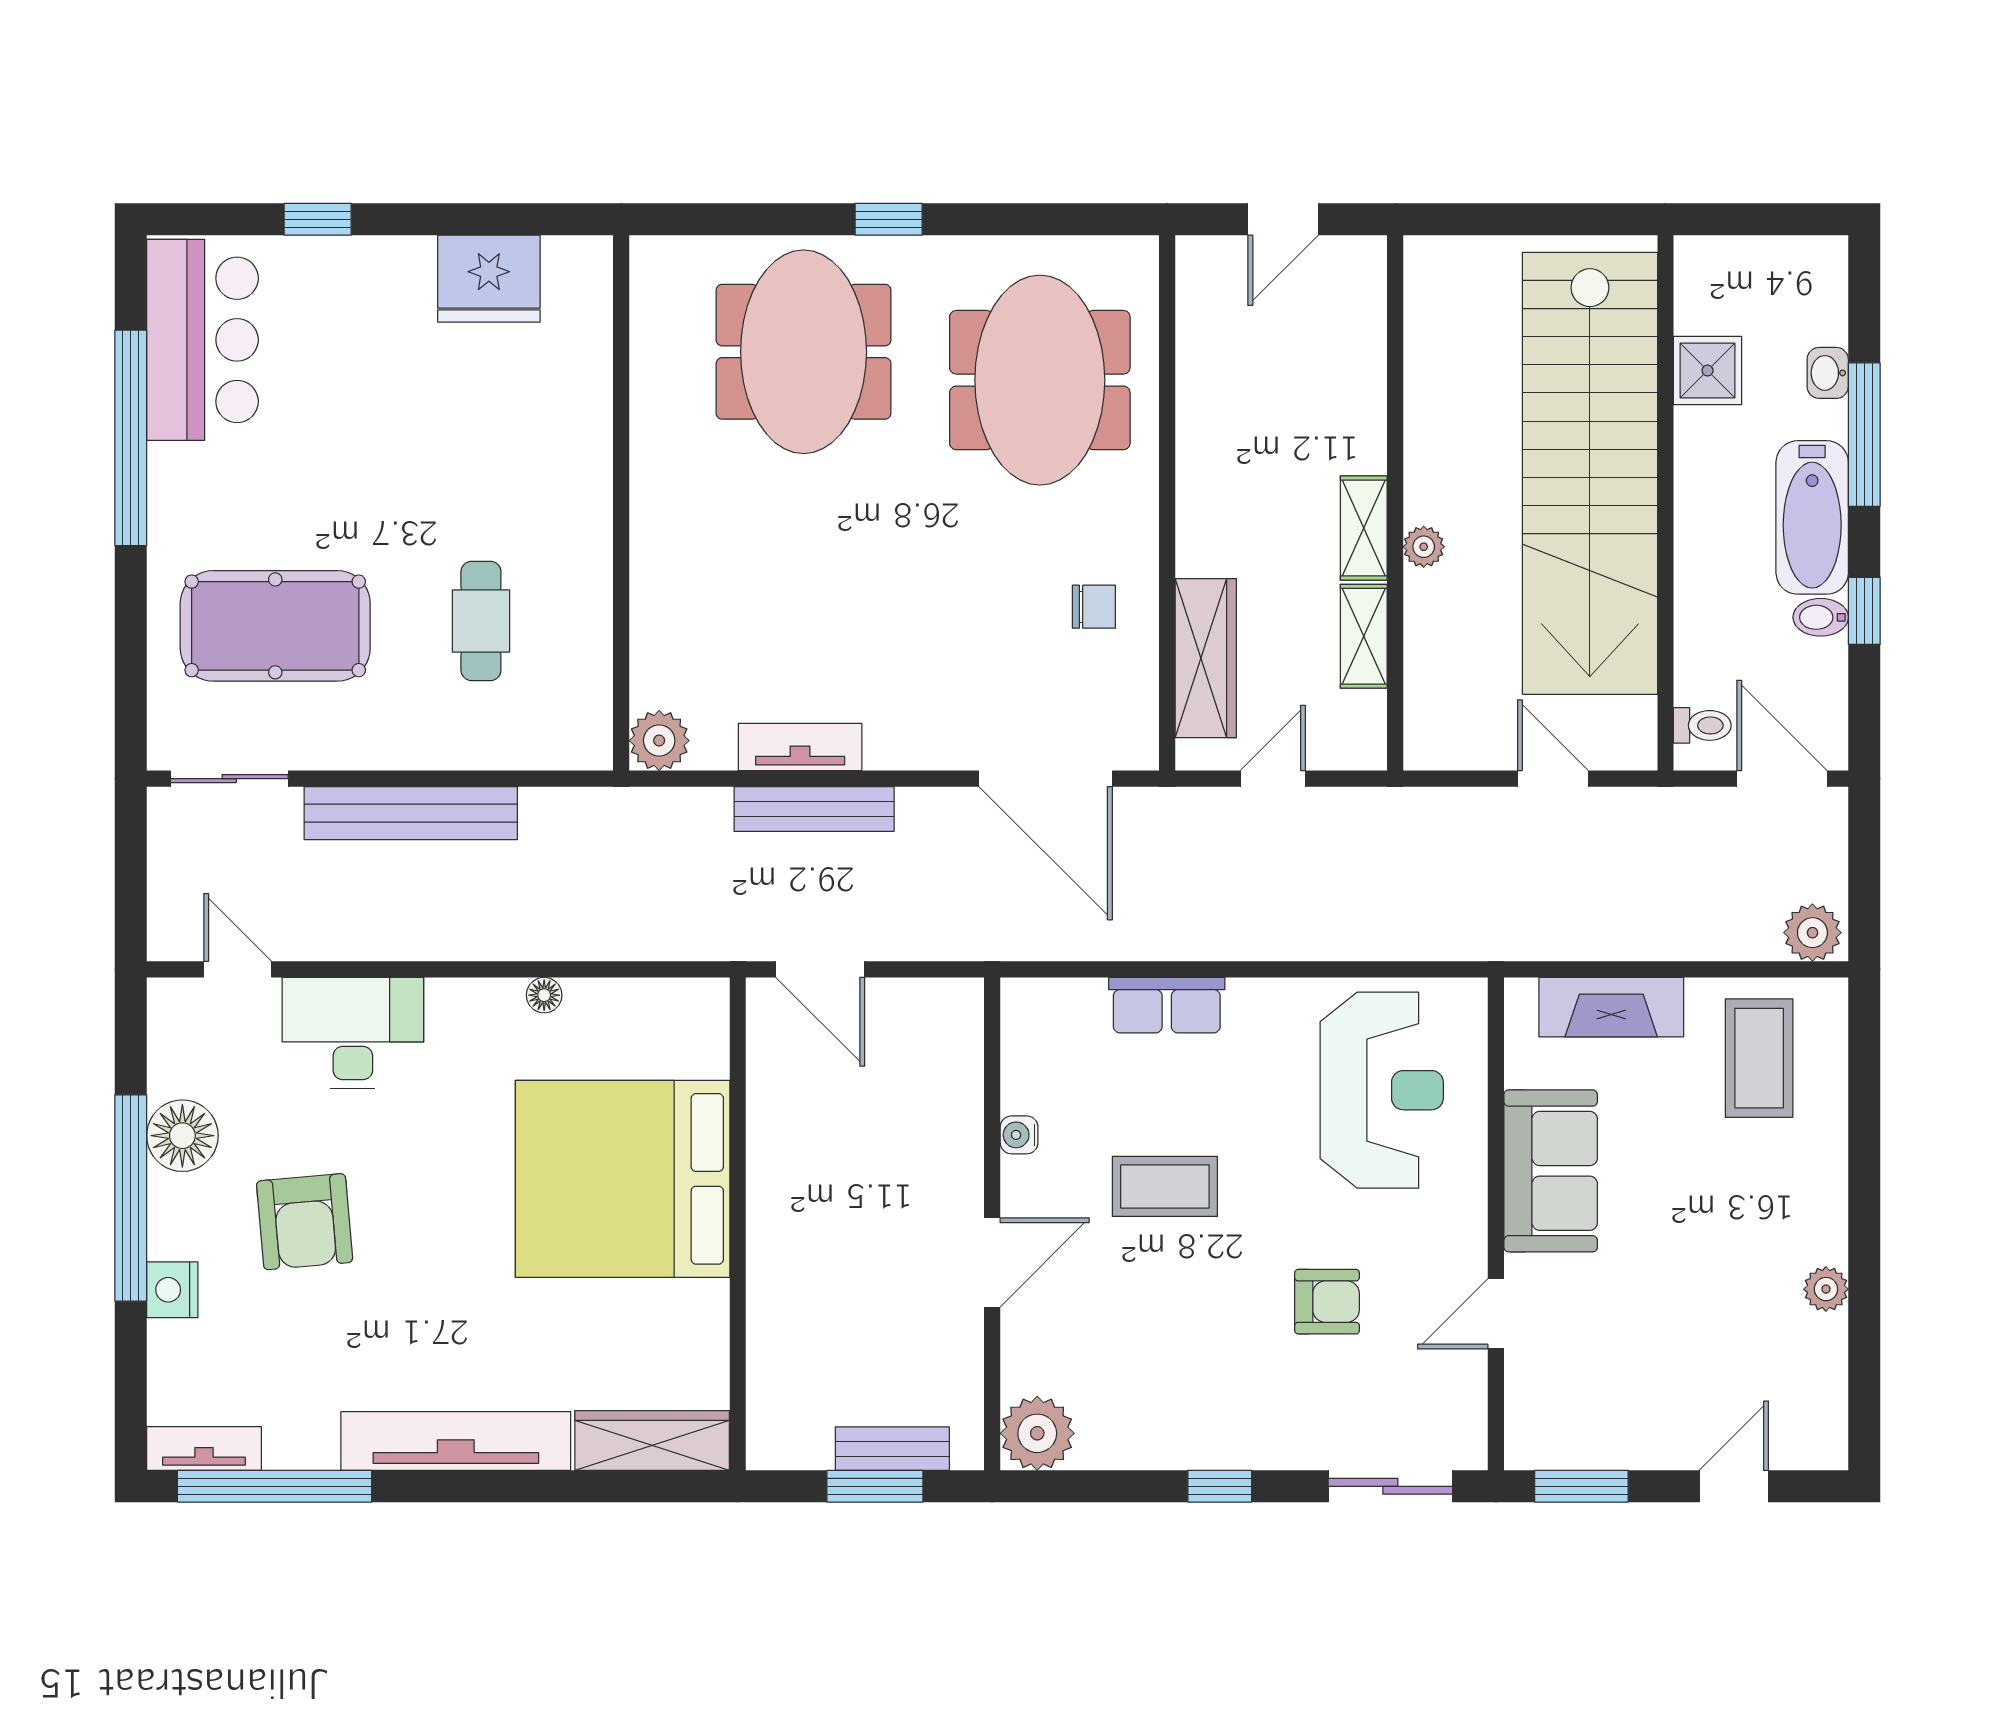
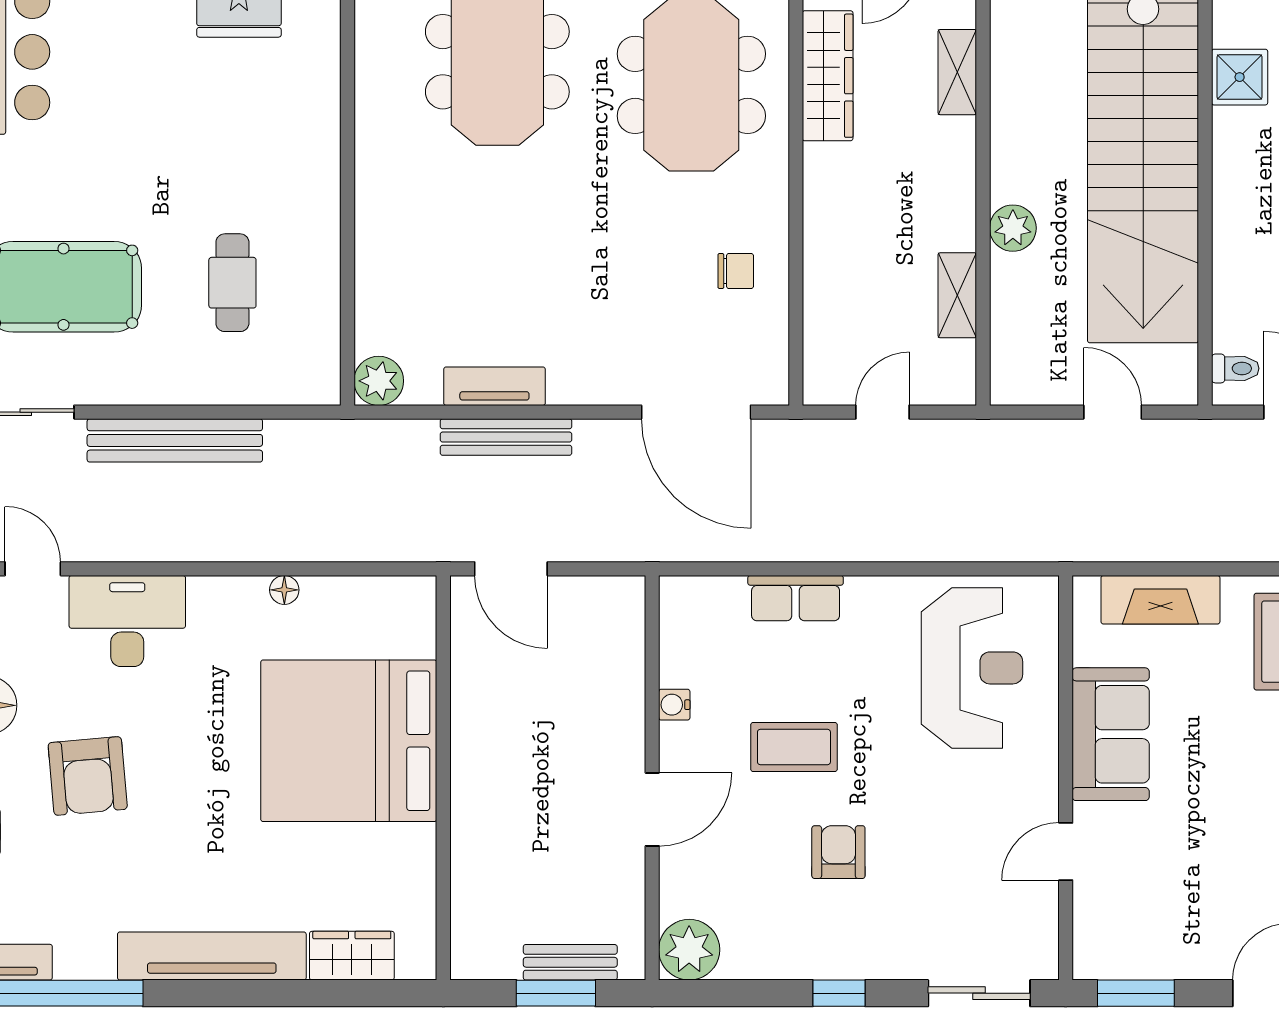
shelving: (1364, 528) -> (957, 72), moved
plant: (1424, 547) -> (1013, 228), width x1.38, depth x1.38
wardrobe: (1206, 658) -> (828, 76), moved
armchair: (1327, 1302) -> (838, 852), moved, turned -90
wardrobe: (652, 1441) -> (352, 956), width x0.67

